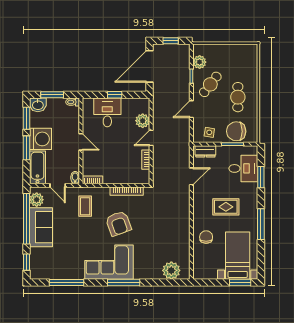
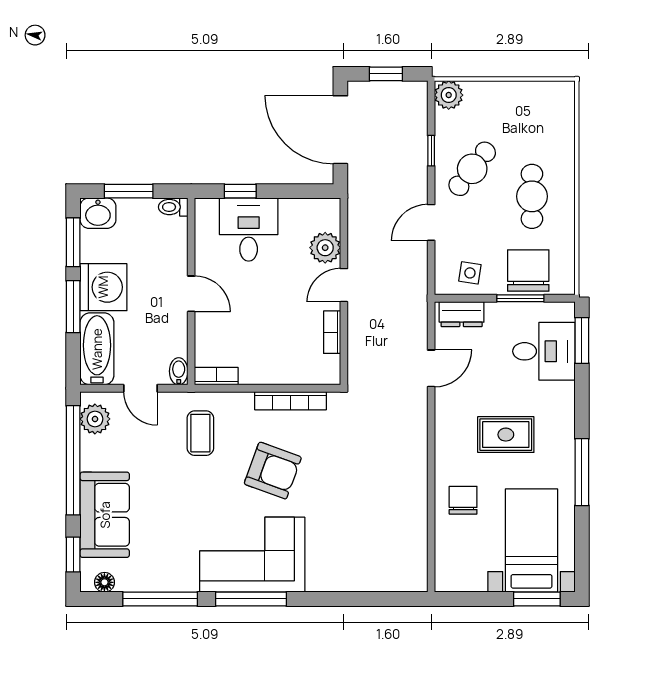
plant: (200, 62) -> (449, 95), moved
door: (150, 66) -> (340, 130), hinge flipped
window: (115, 95) -> (240, 191), moved
chair: (236, 131) -> (528, 271), turned 90
window: (261, 177) -> (582, 340), moved
armchair: (118, 223) -> (273, 471), turned -50
sofa: (41, 227) -> (105, 515), moved
plant: (171, 270) -> (387, 573), removed
floor lamp: (41, 275) -> (104, 582), added
window: (124, 283) -> (251, 599), moved

